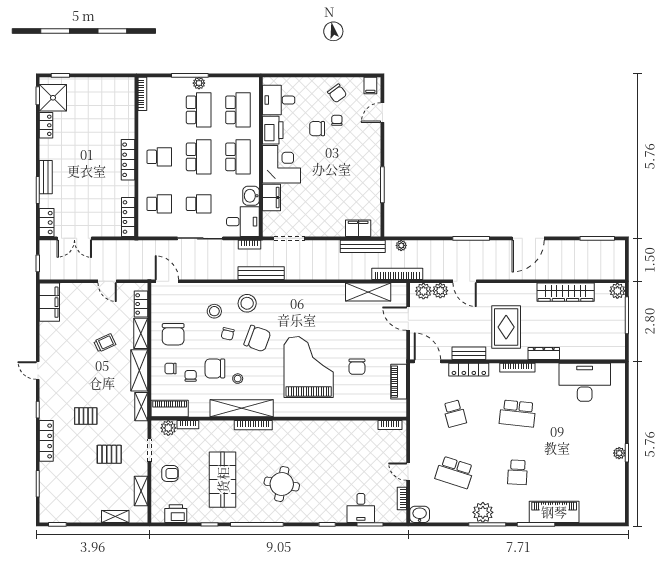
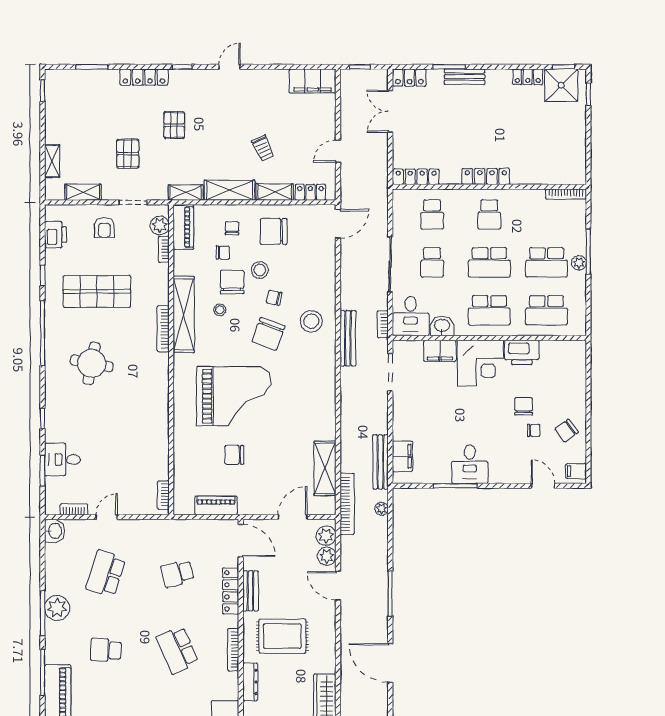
desk: (279, 100) -> (470, 464), moved, turned 180
door: (465, 281) -> (338, 586), hinge flipped
stool: (214, 311) -> (260, 270), moved
door: (427, 361) -> (241, 541), hinge flipped
school desk: (518, 413) -> (177, 650), turned -30

